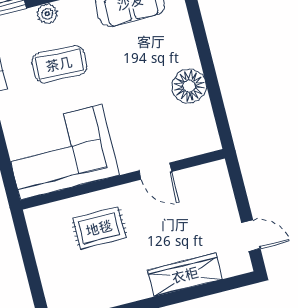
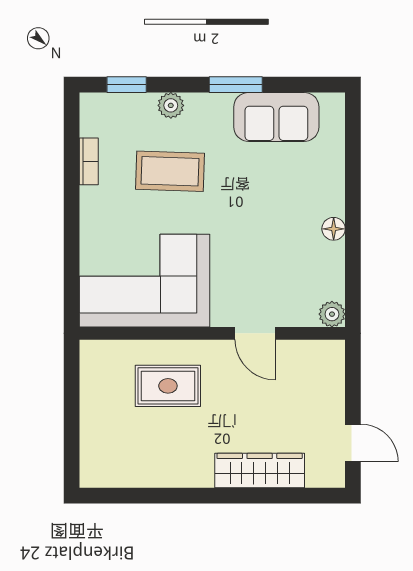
floor lamp: (189, 86) -> (334, 229), width x0.53, depth x0.53
plant: (210, 142) -> (332, 314), added

